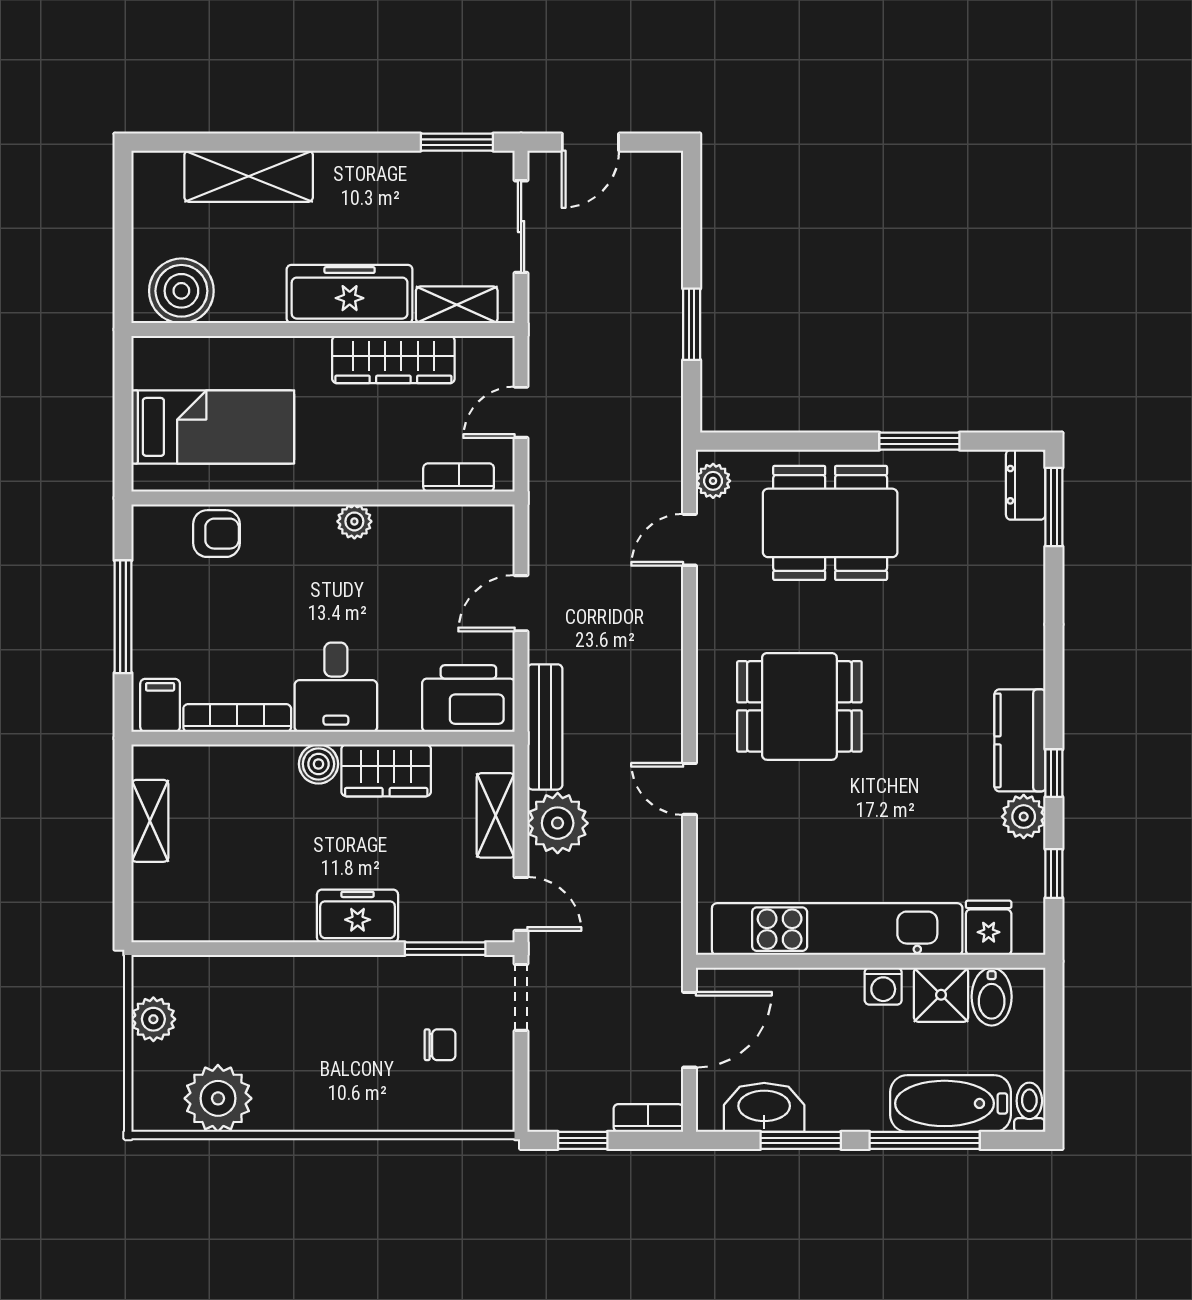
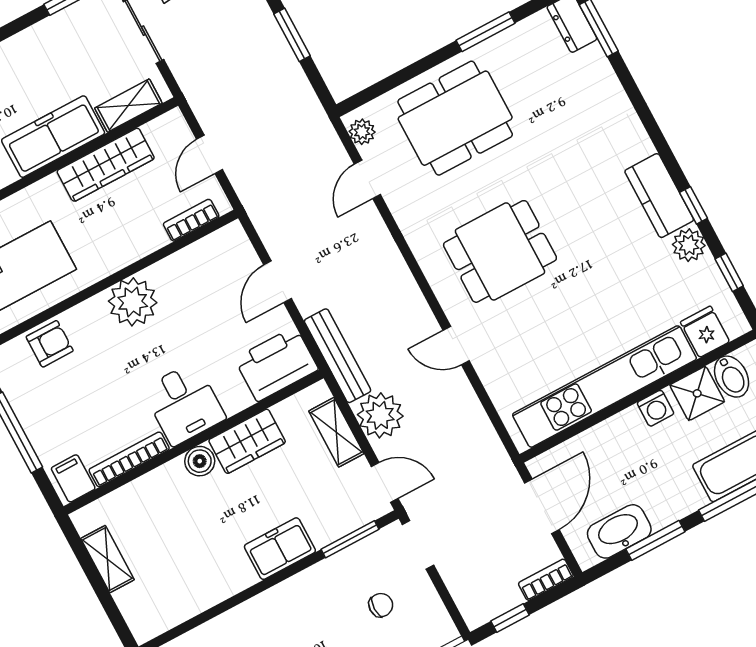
plant: (354, 521) -> (133, 302), width x1.88, depth x1.88

